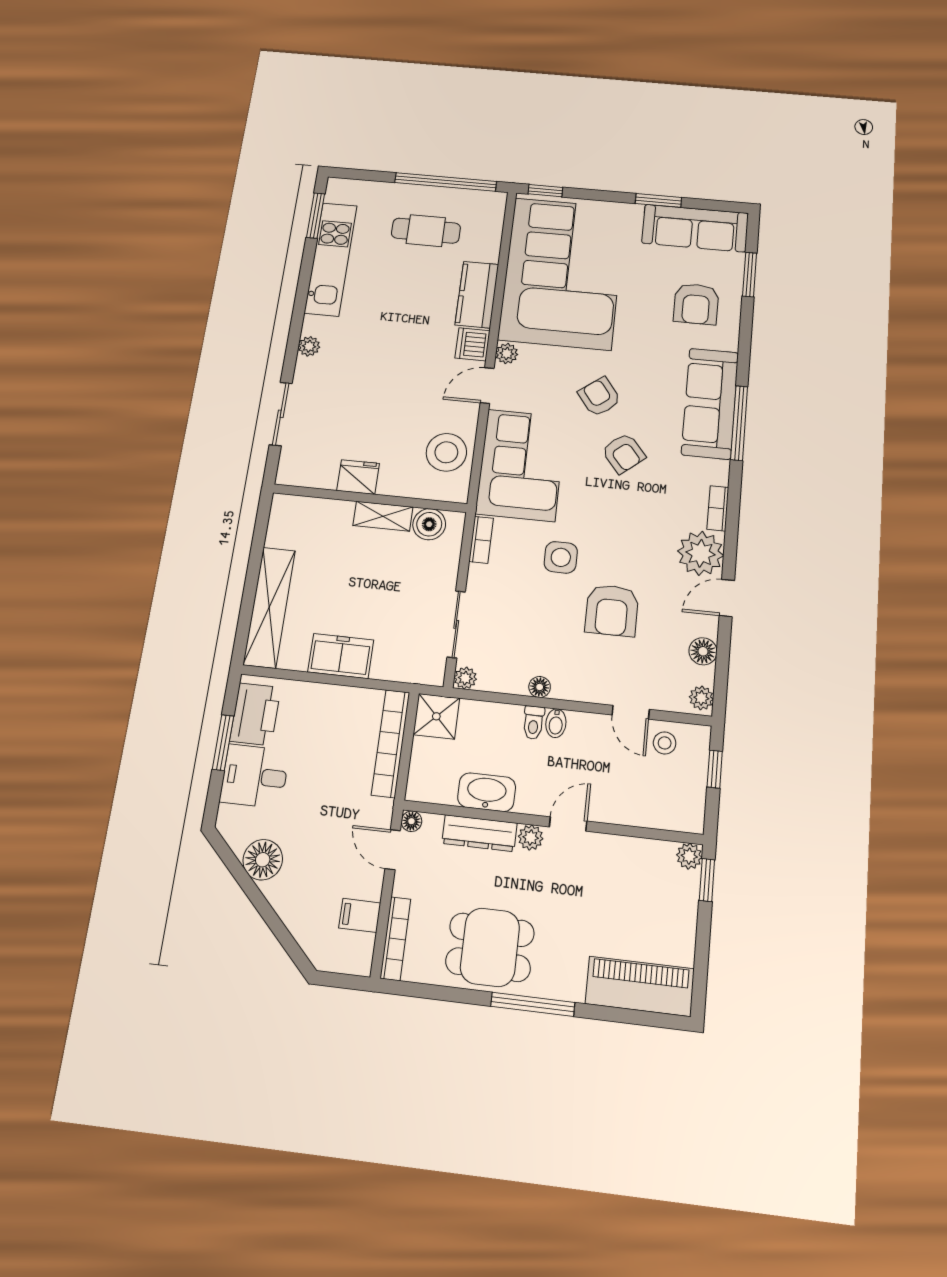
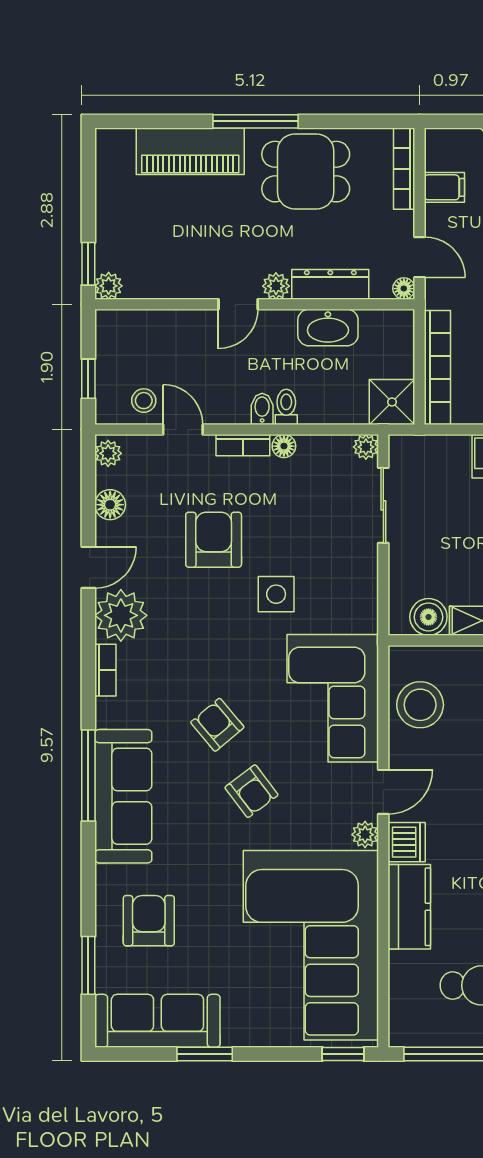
bookcase: (481, 540) -> (243, 445), moved, turned -90
piano: (640, 986) -> (190, 151), moved

